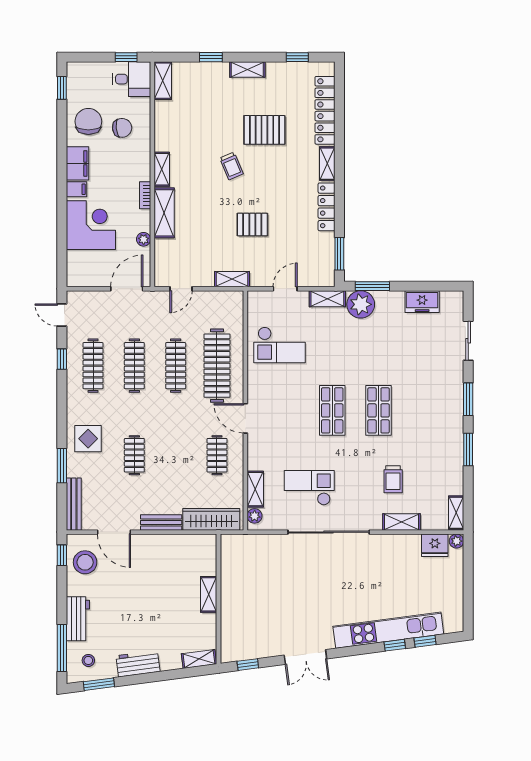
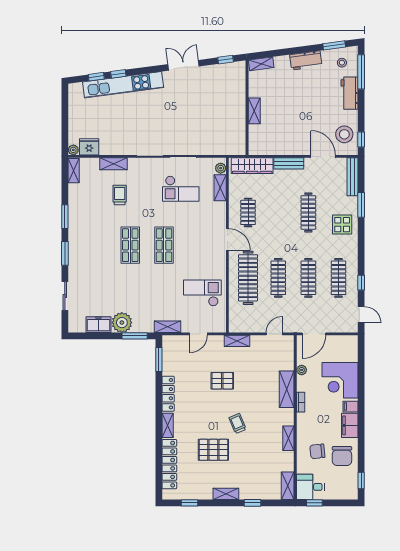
shelving: (162, 169) -> (288, 438), moved
plant: (361, 304) -> (122, 323), moved
clothes rail: (134, 455) -> (308, 212), width x1.36

